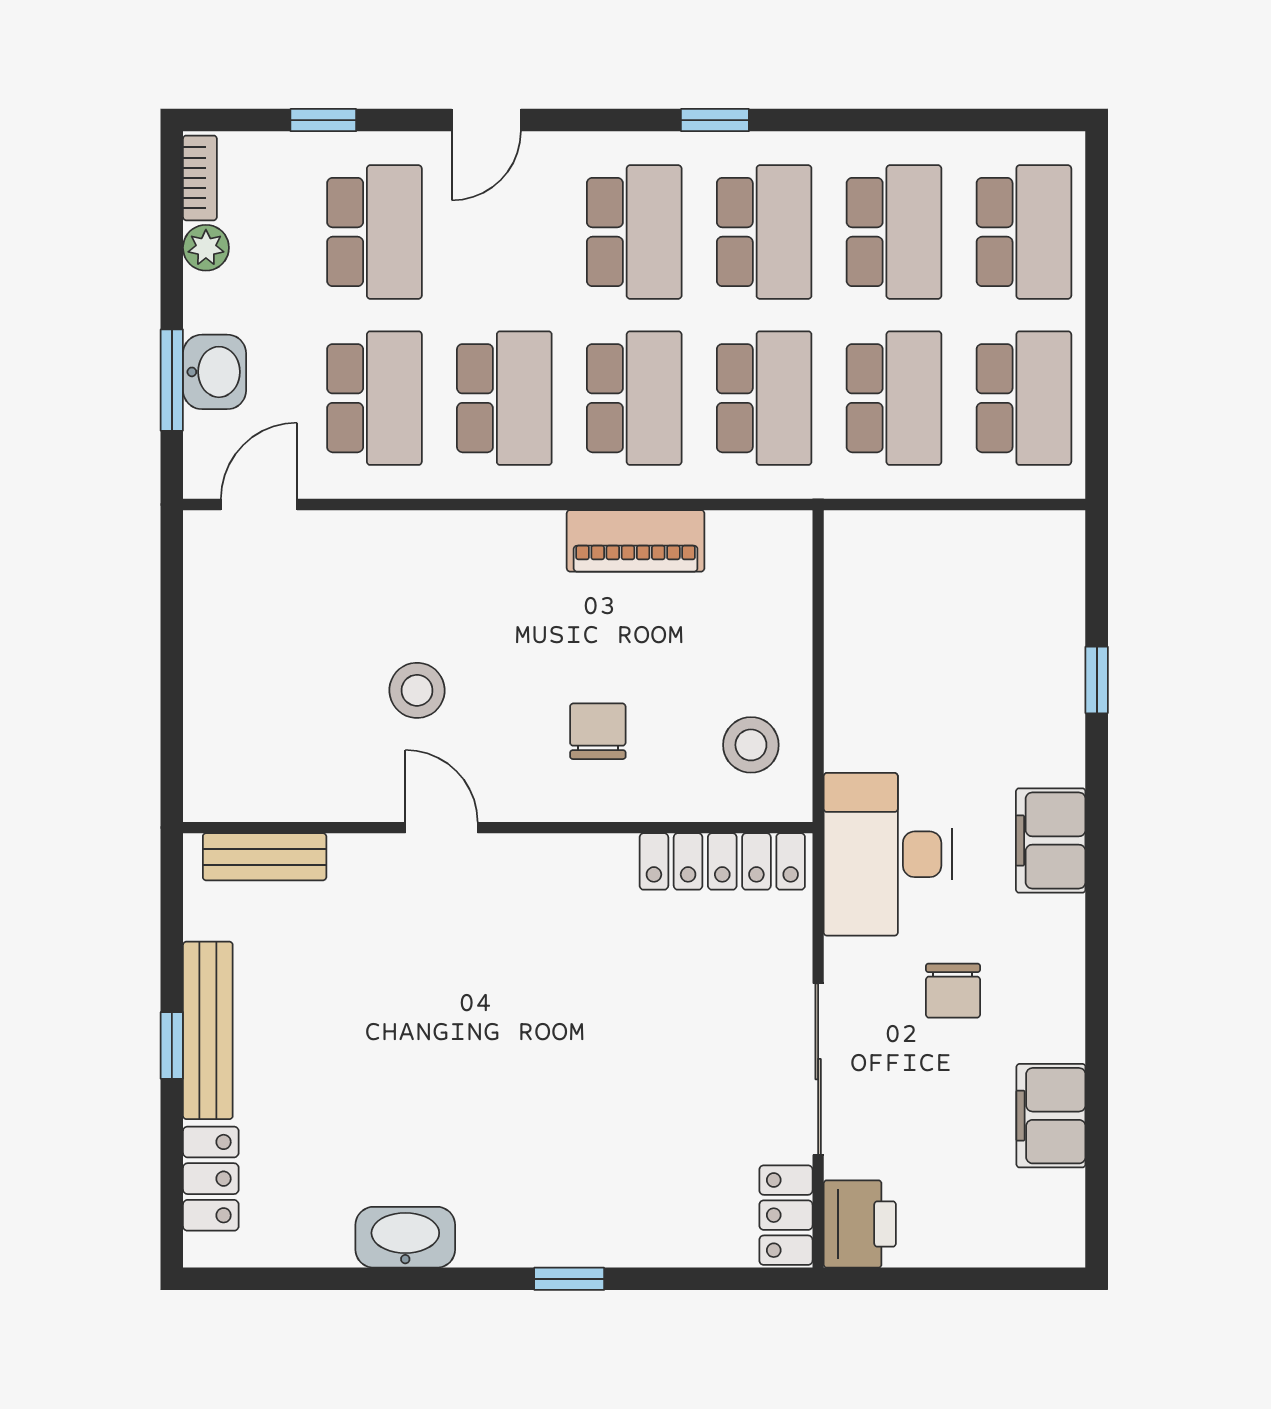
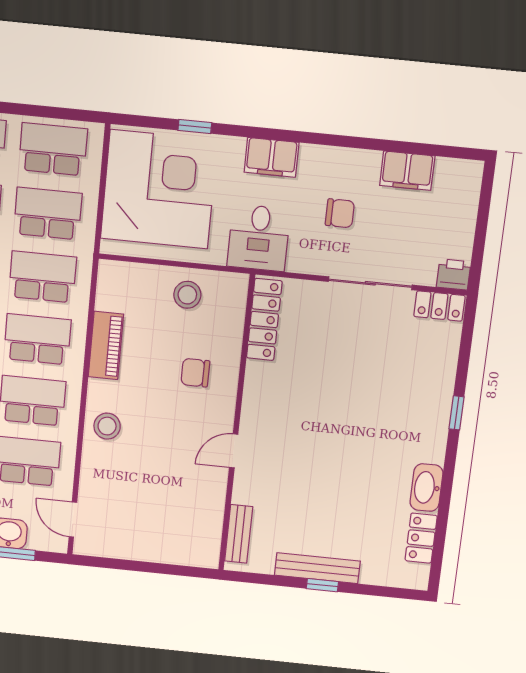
corner desk: (965, 620) -> (159, 189), added
stool: (417, 690) -> (107, 426), moved
stool: (751, 745) -> (187, 295), moved
desk: (888, 854) -> (259, 238), width x0.73
locker: (211, 1179) -> (421, 538), moved, turned -90
printer: (860, 1224) -> (454, 274), width x0.73, depth x0.81

